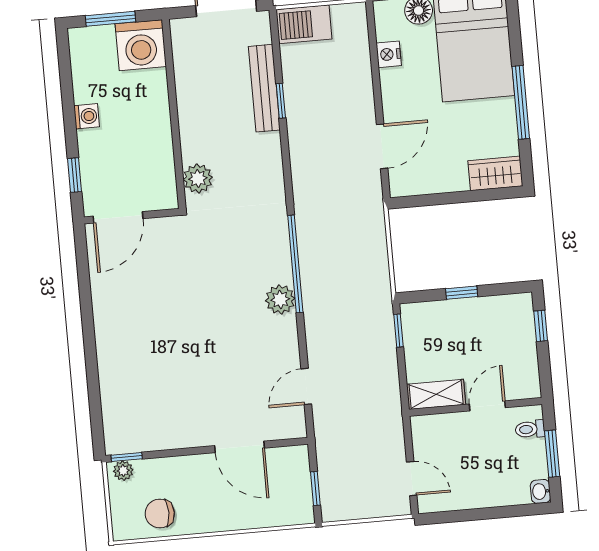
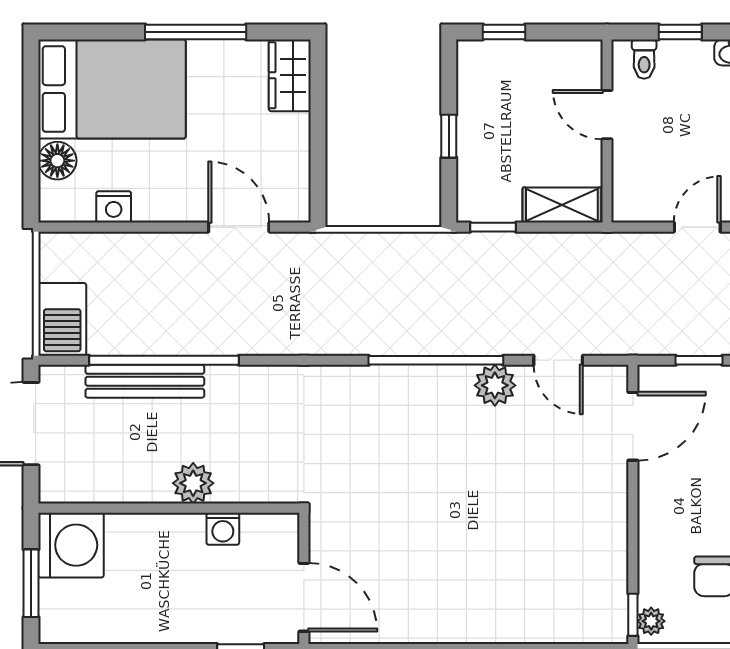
window: (281, 101) -> (164, 360), width x3.17
washing machine: (87, 116) -> (223, 529), moved, turned 180
plant: (198, 178) -> (193, 483), moved
window: (295, 264) -> (436, 360), moved
plant: (280, 299) -> (495, 385), moved
shelving: (436, 394) -> (562, 205), moved, turned 90
door: (240, 447) -> (633, 426), moved
window: (552, 454) -> (680, 32), width x0.67

